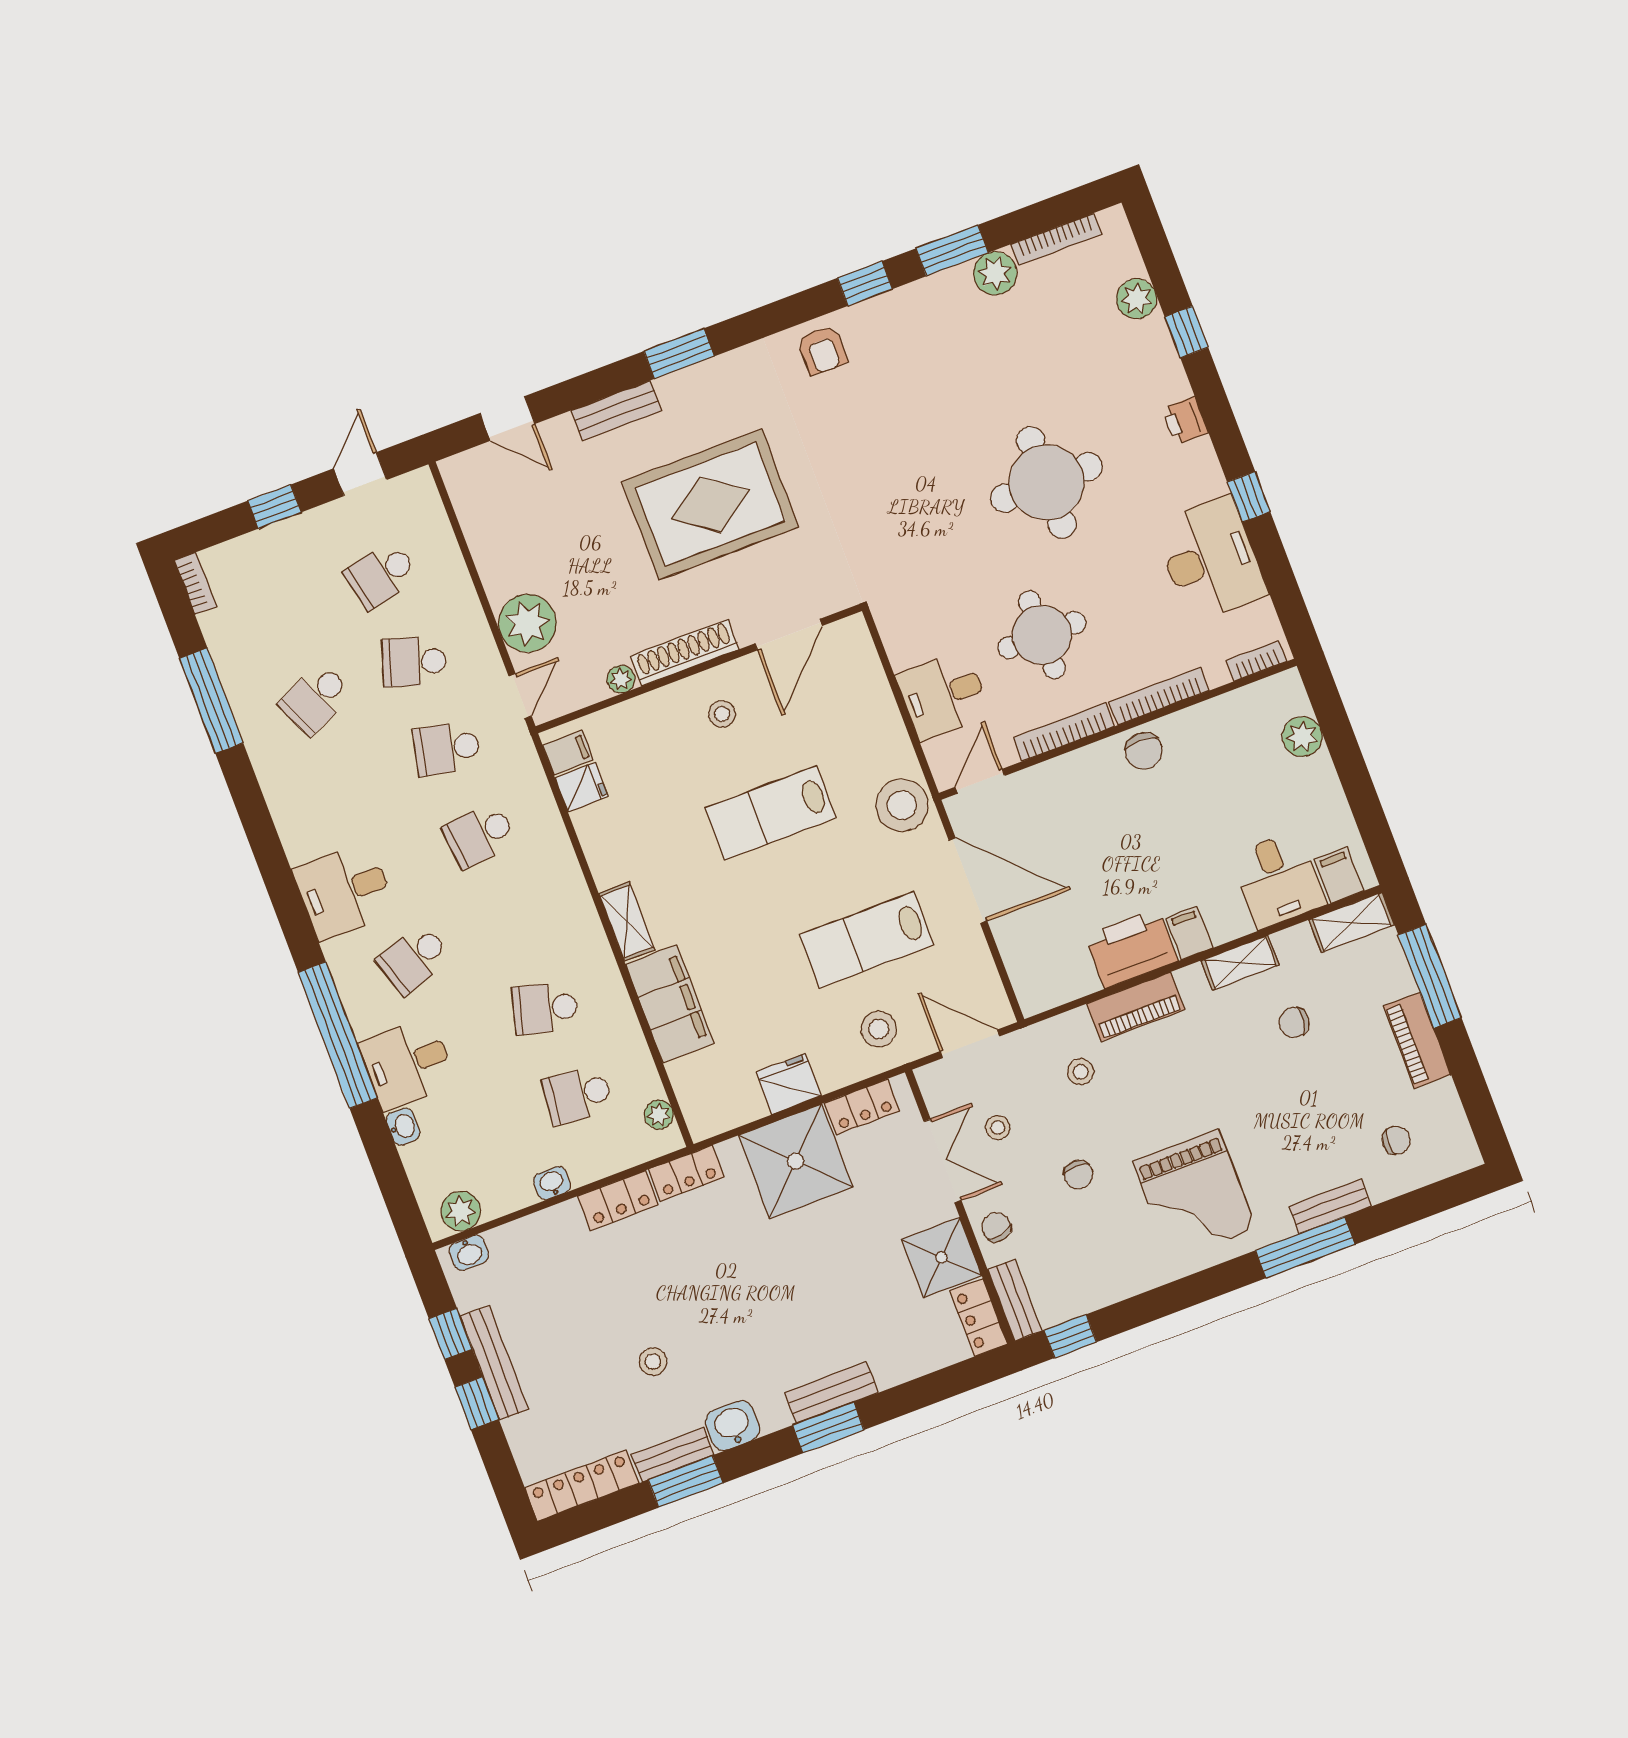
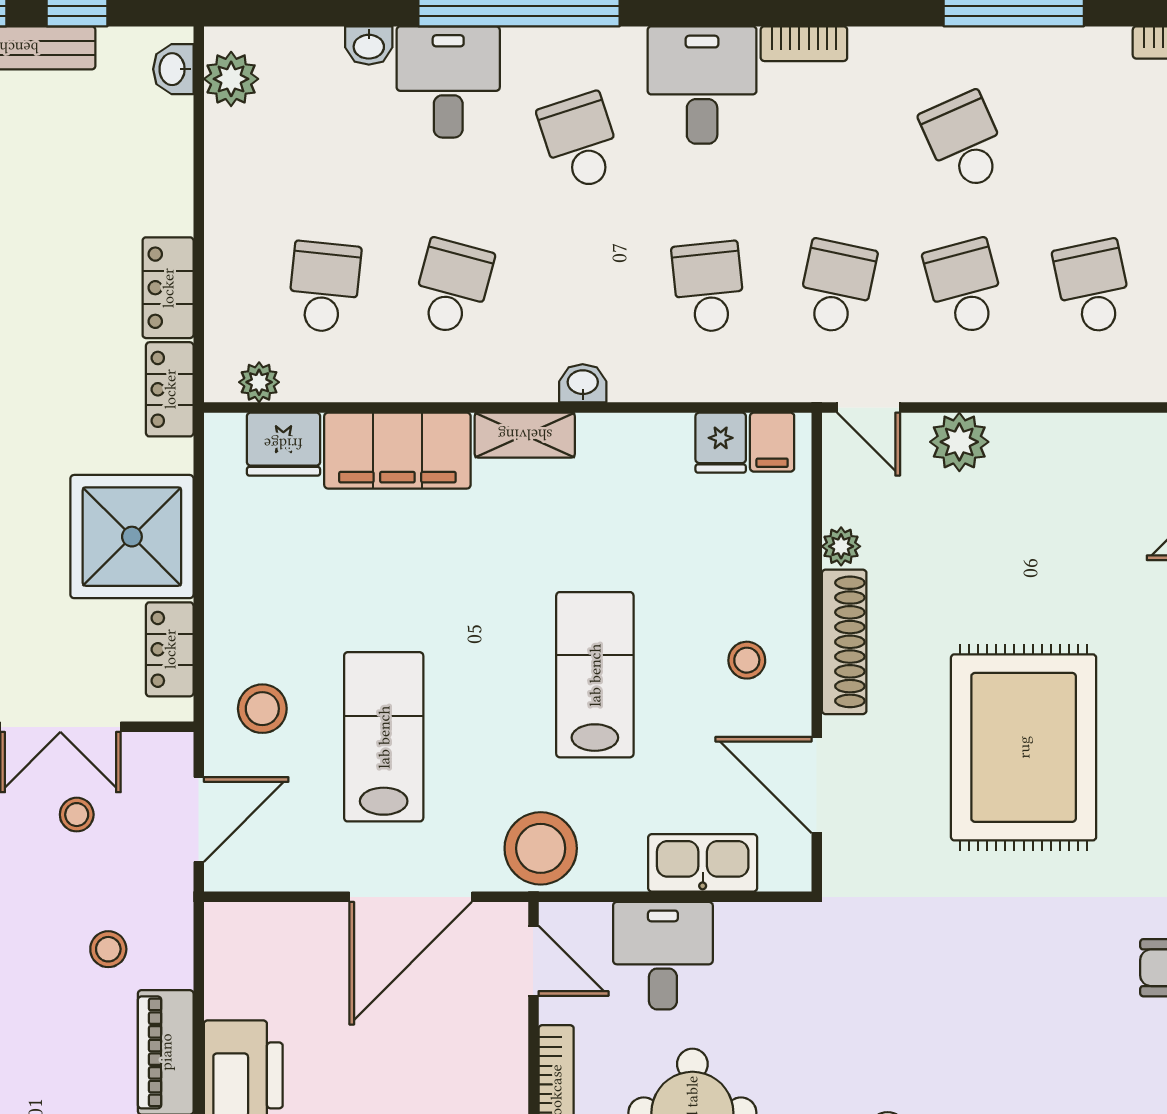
plant: (527, 623) -> (959, 442), width x0.73, depth x0.73
school desk: (414, 662) -> (965, 287), turned -33
kitchen sink: (870, 692) -> (703, 863), added
bookcase: (291, 833) -> (804, 44), added
fridge: (789, 1084) -> (283, 444), moved, turned 90
washbasin: (552, 1183) -> (583, 383), moved, turned -90

